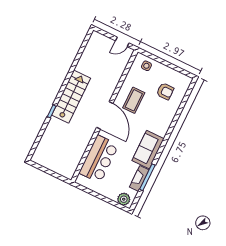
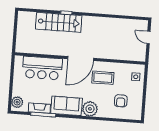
door: (122, 42) -> (148, 37), moved
stairs: (71, 97) -> (59, 22), moved
plant: (161, 126) -> (90, 109), added

